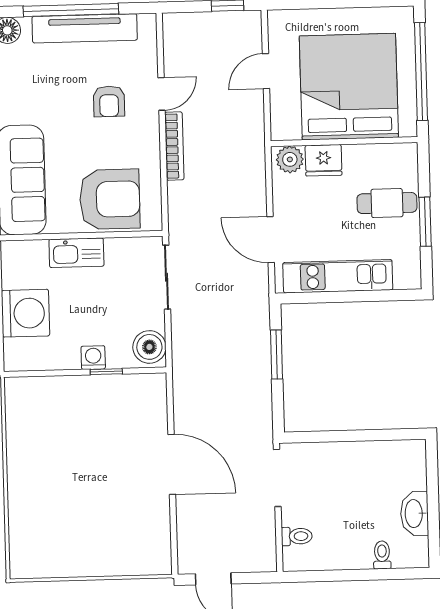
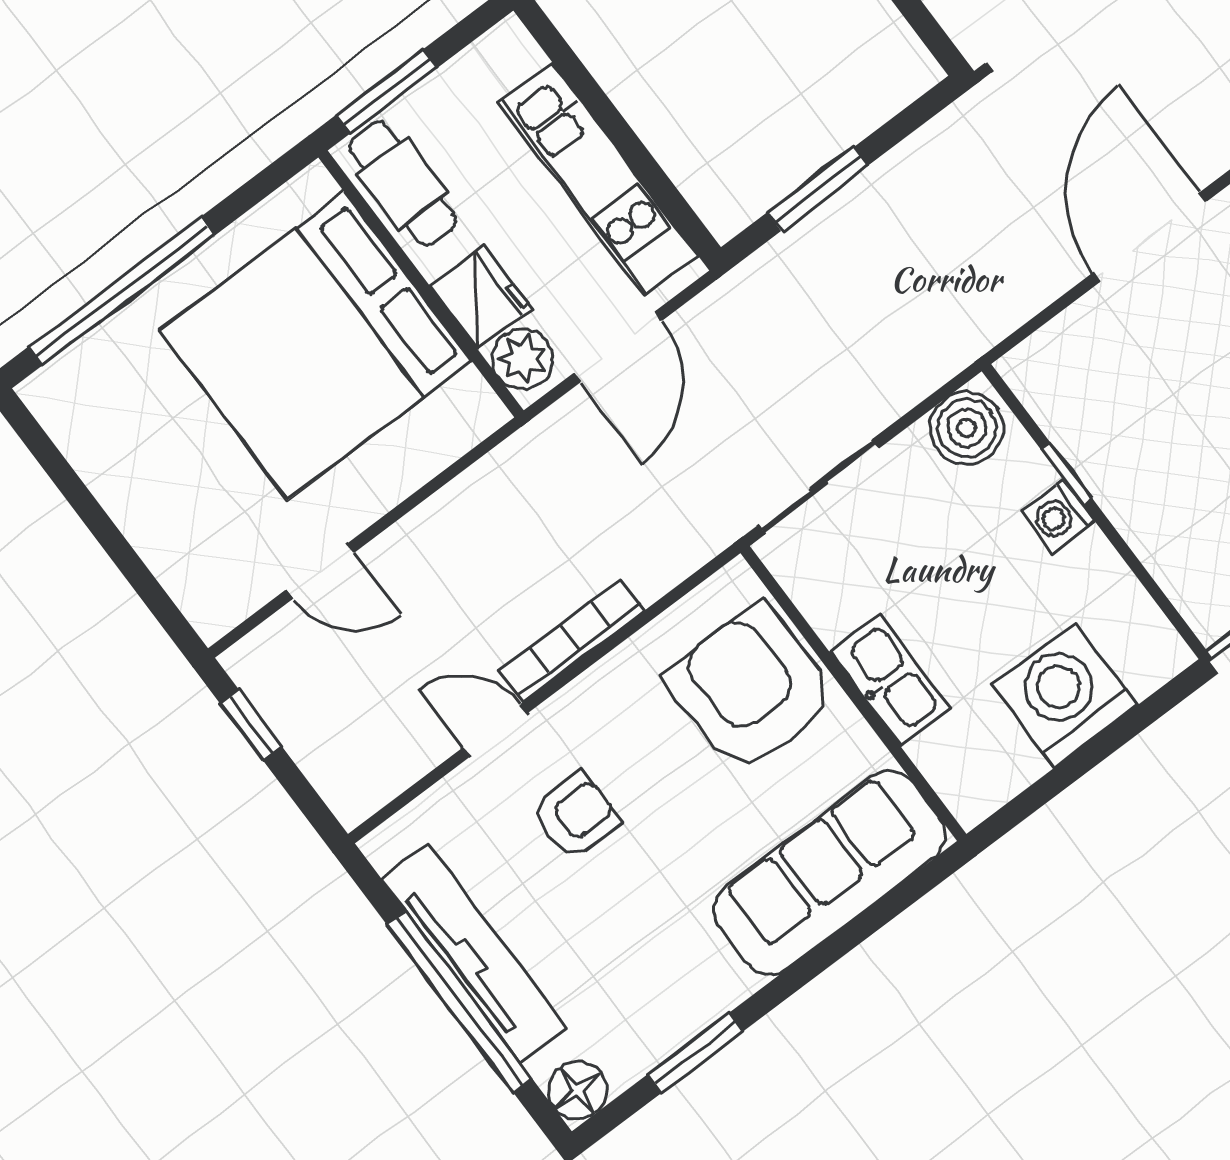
bed: (349, 87) -> (316, 346), moved
wall: (344, 142) -> (421, 284), moved
plant: (290, 159) -> (523, 359), moved
fridge: (324, 160) -> (481, 297), moved

